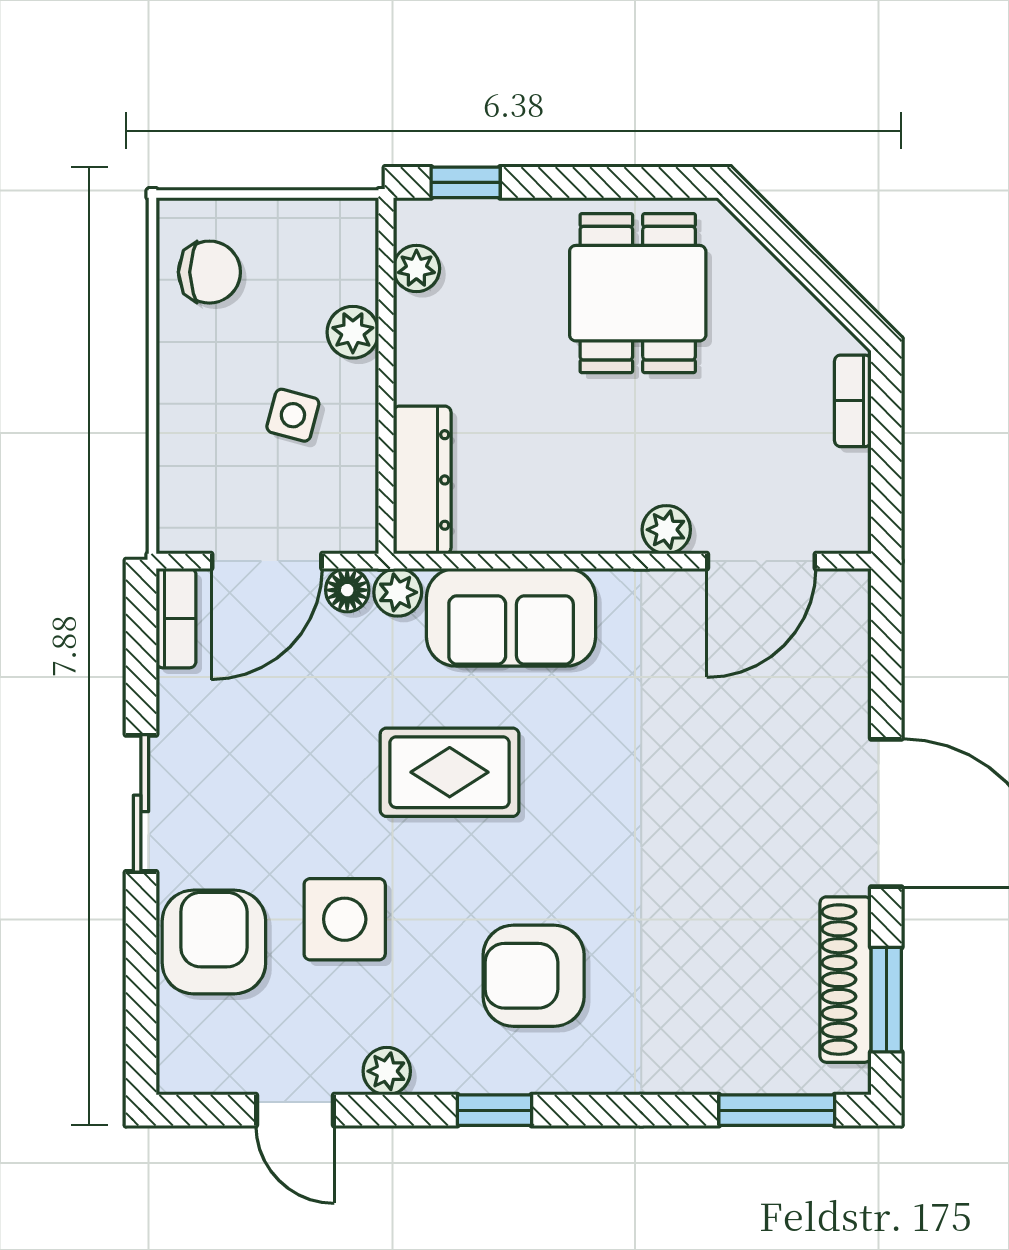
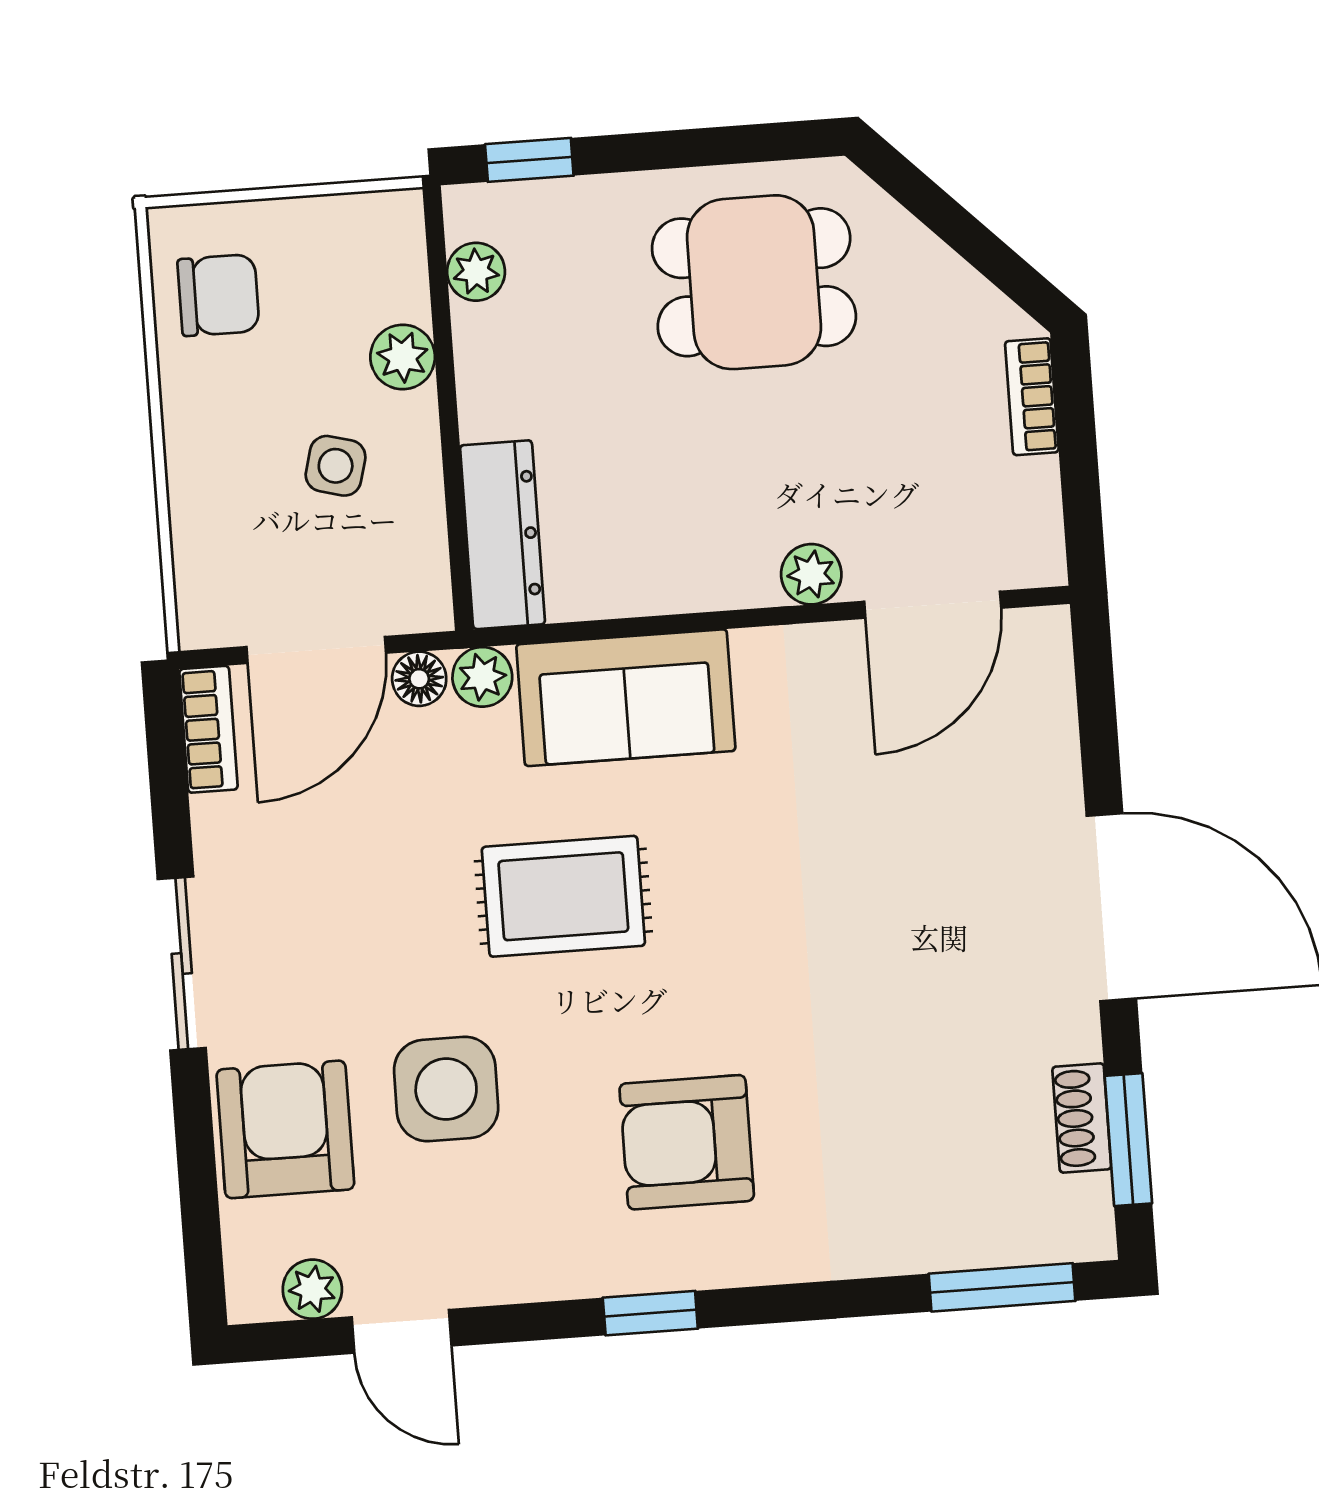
dining table: (638, 293) -> (754, 282), turned 90
shoe rack: (846, 980) -> (1082, 1118), width x0.51, depth x0.81
plant: (387, 1071) -> (312, 1289), moved

